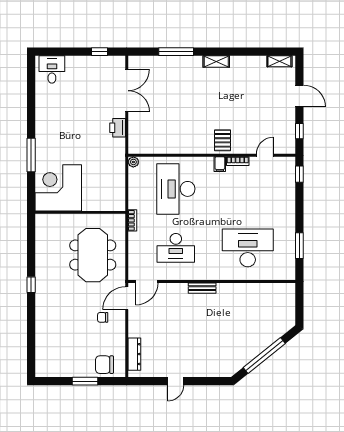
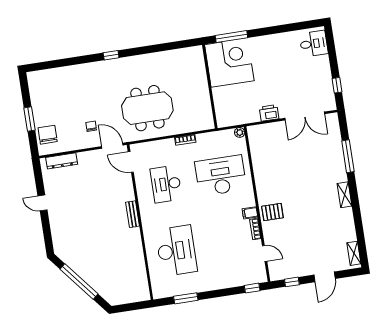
corner desk: (58, 188) -> (229, 63), moved
wall: (80, 212) -> (210, 87), moved

